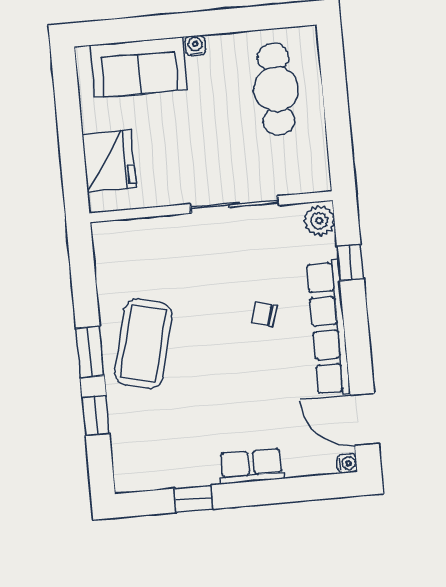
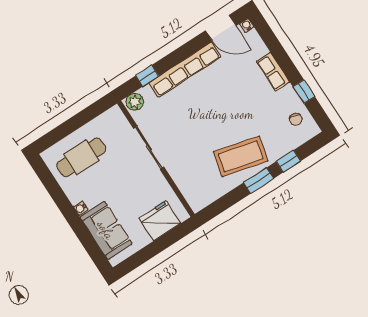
chair: (264, 314) -> (296, 119), moved
door: (365, 420) -> (221, 28), hinge flipped

